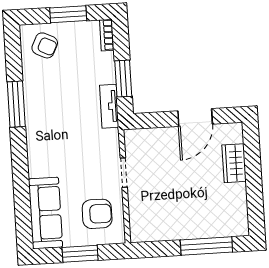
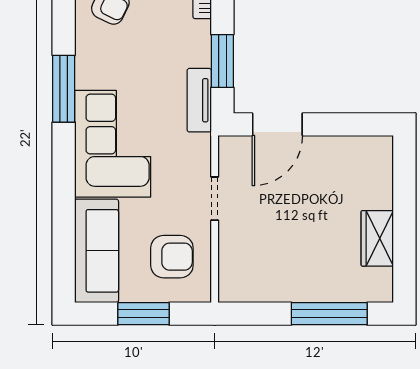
door: (195, 117) -> (277, 124), moved
corner sofa: (52, 139) -> (113, 144), added
wardrobe: (234, 163) -> (377, 238), moved

